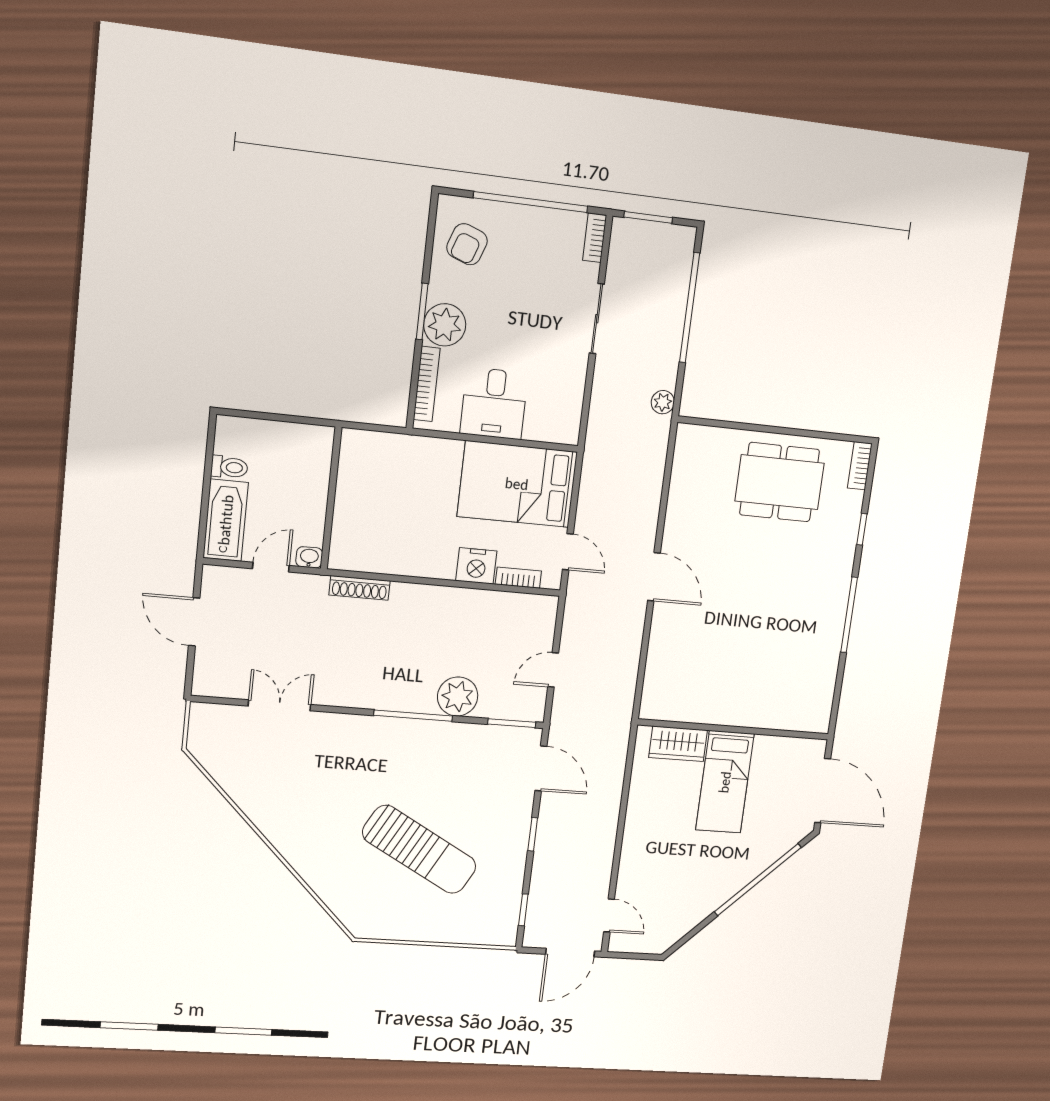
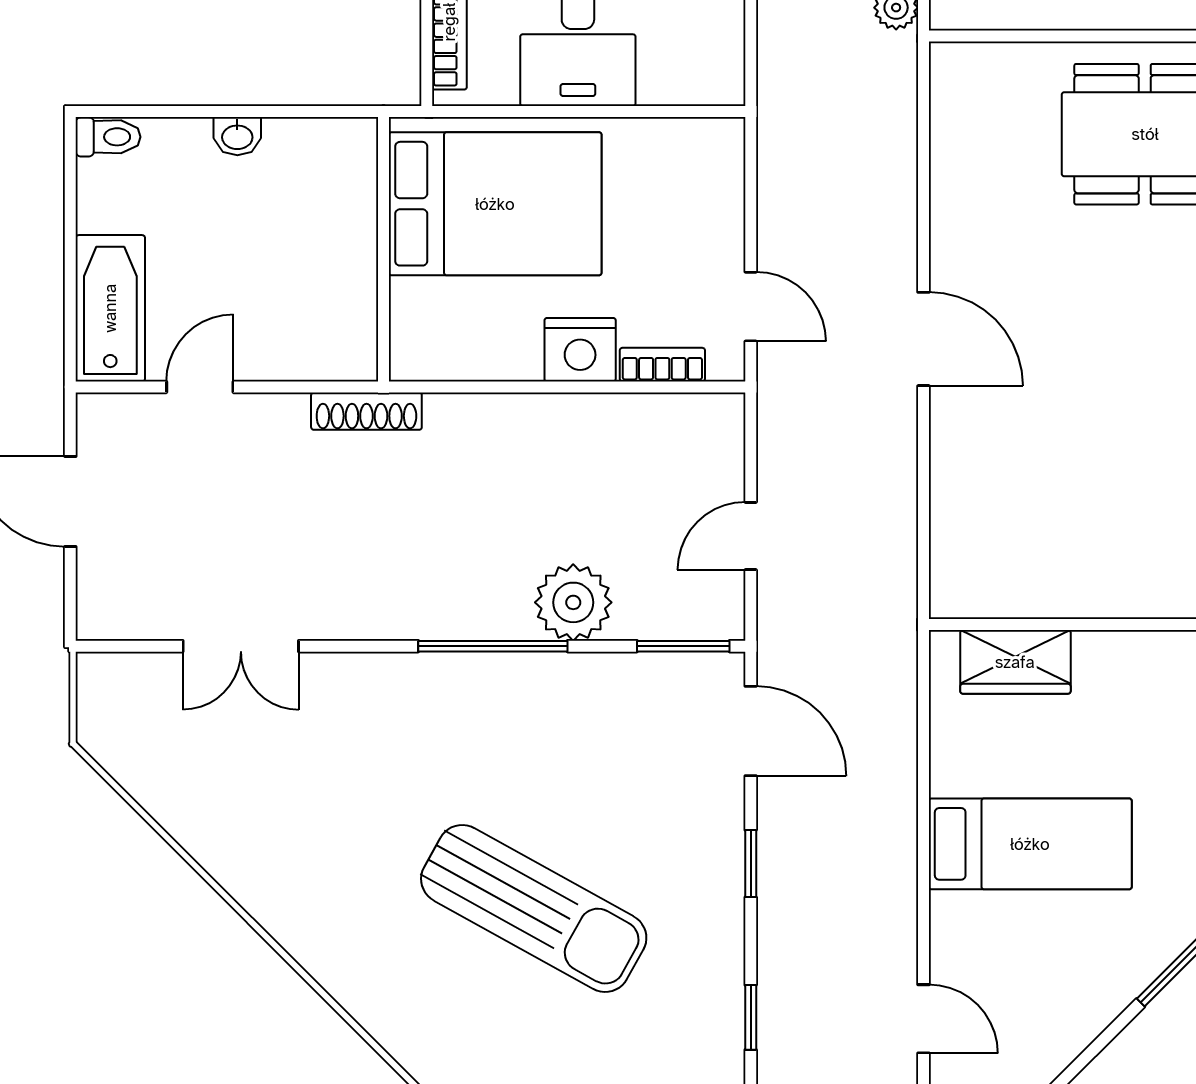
toilet: (229, 467) -> (108, 137), moved
bed: (517, 484) -> (495, 204), moved, turned 180
wall: (331, 498) -> (384, 249), moved
washbasin: (309, 557) -> (237, 136), moved, turned 180
double door: (280, 705) -> (241, 646), swing flipped
bed: (725, 782) -> (1030, 844), moved, turned -90

